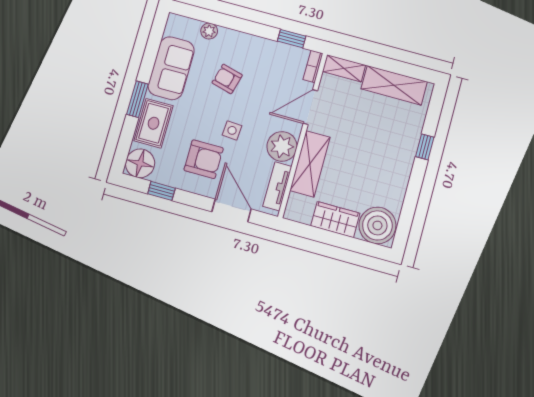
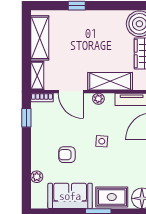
armchair: (227, 79) -> (67, 155), turned 75
plant: (282, 146) -> (98, 99), width x0.53, depth x0.53
armchair: (204, 159) -> (127, 155), removed

